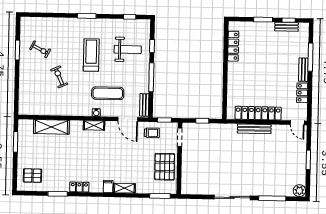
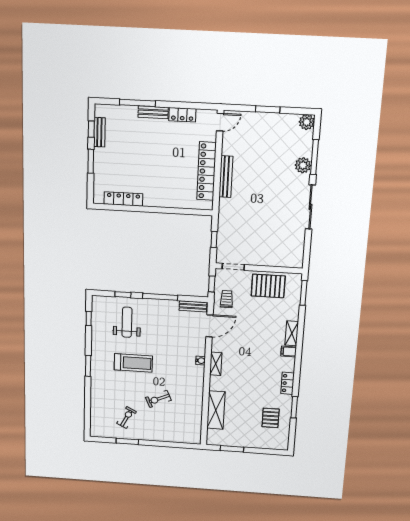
treadmill: (91, 55) -> (133, 363), turned 180
exercise mat: (108, 93) -> (178, 347), removed
pallet: (32, 176) -> (271, 418), moved
plant: (265, 190) -> (303, 165), added

